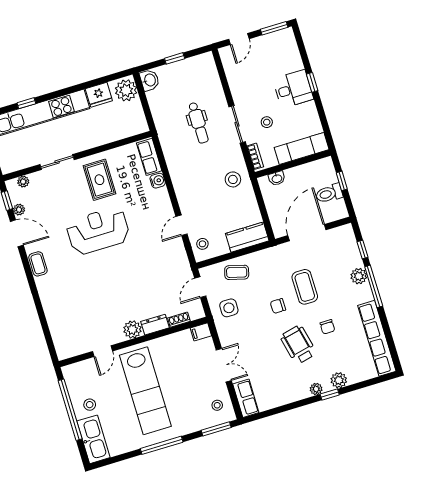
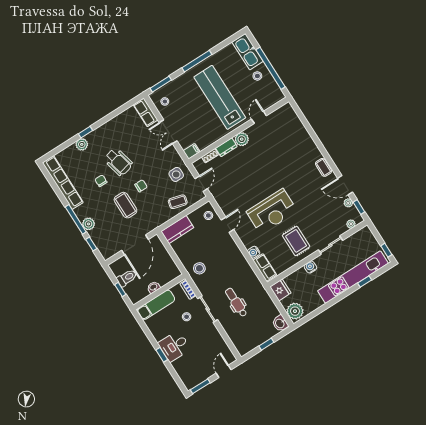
fridge: (99, 95) -> (280, 290), moved, turned 90
water cooler: (90, 141) -> (310, 267), added
washbasin: (277, 178) -> (153, 287), moved
reception desk: (98, 231) -> (272, 211), moved
plant: (316, 389) -> (96, 133), removed

